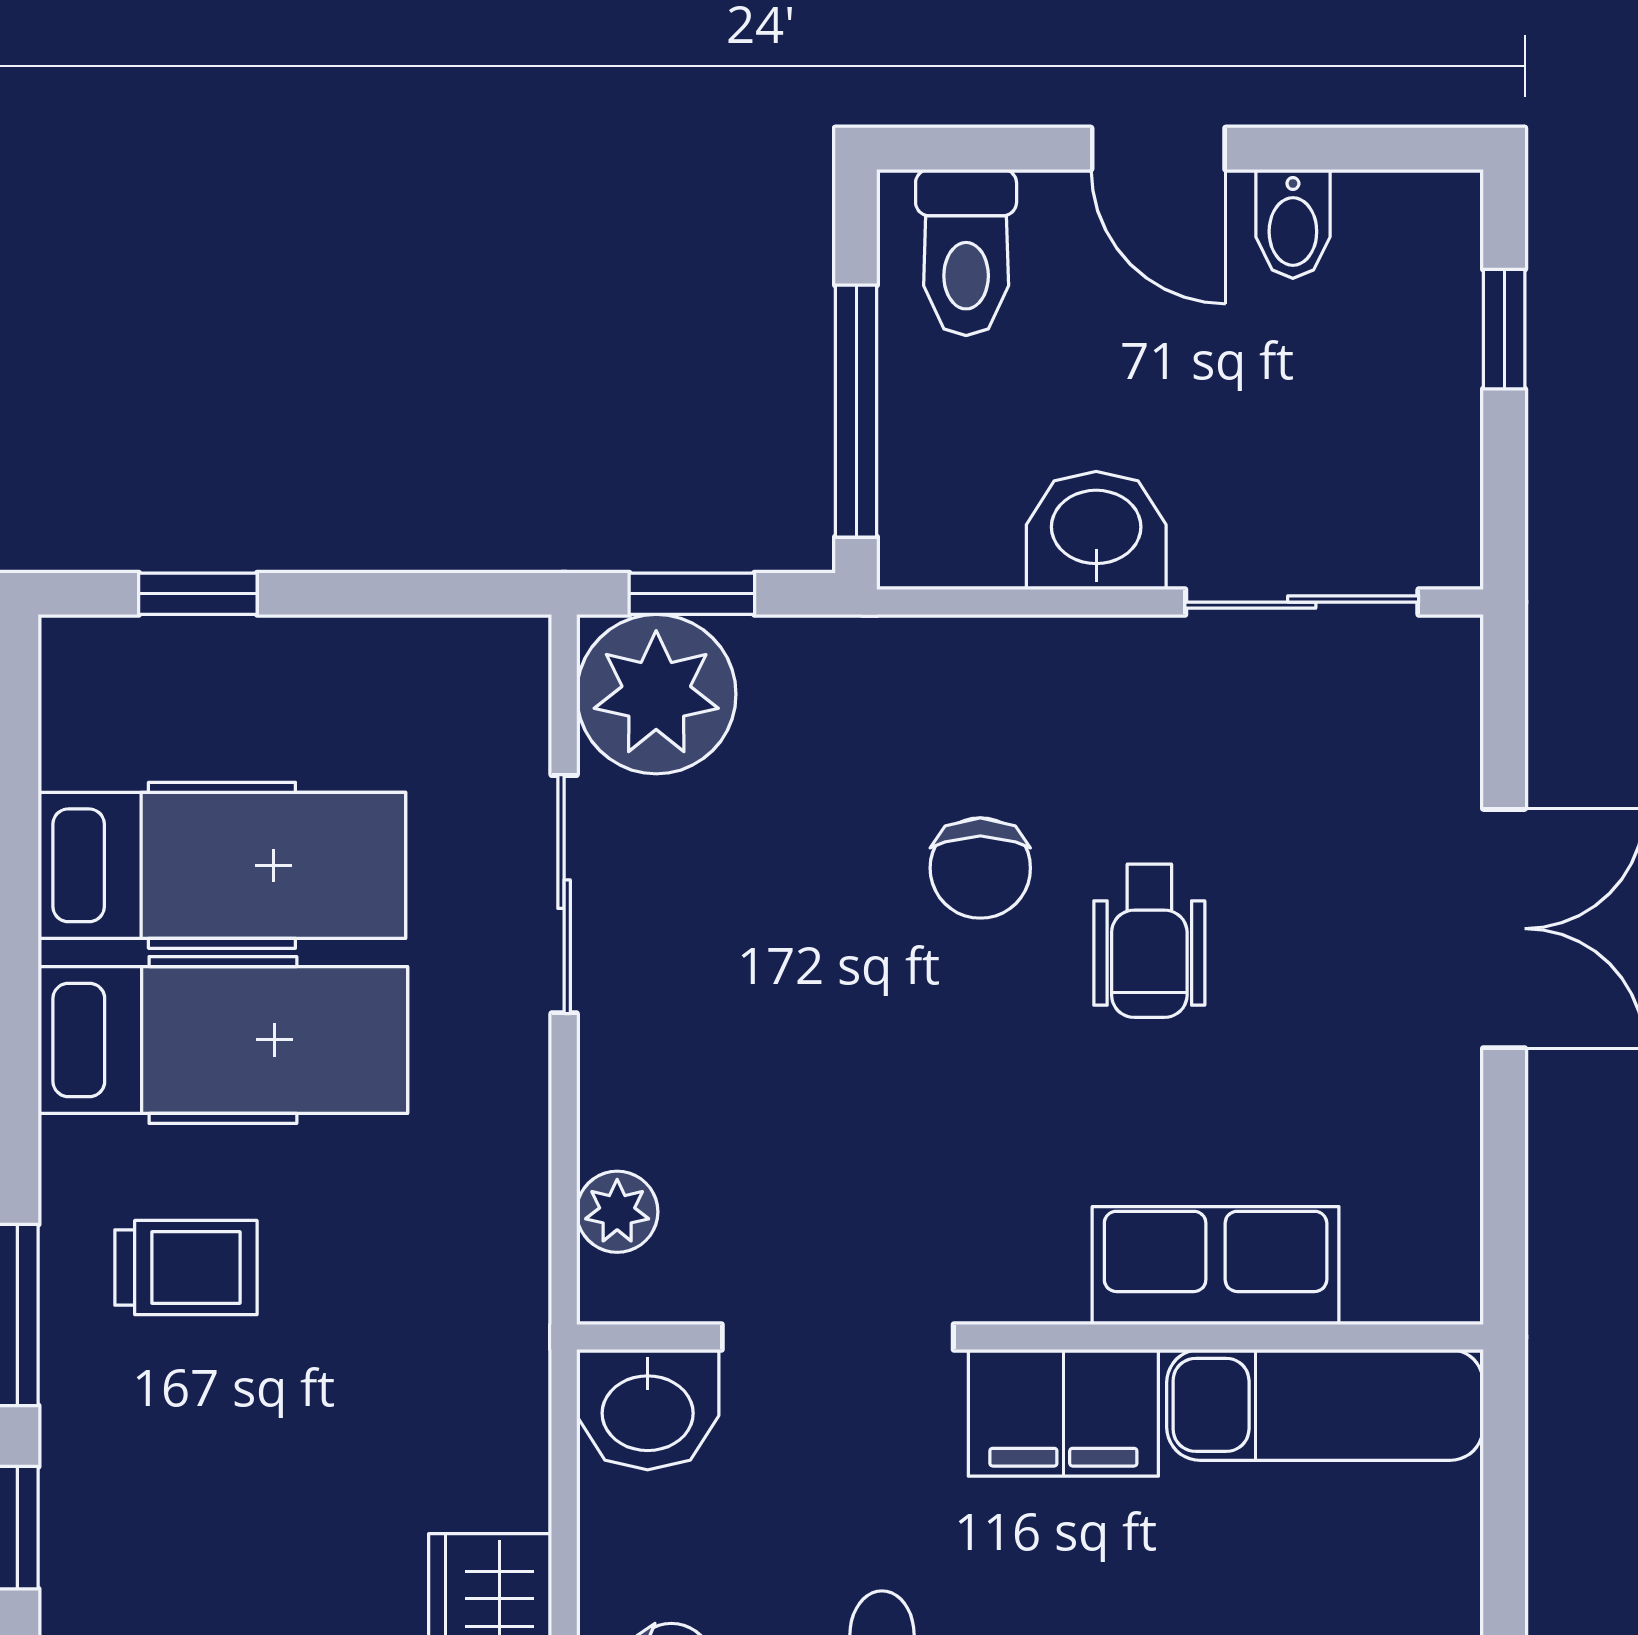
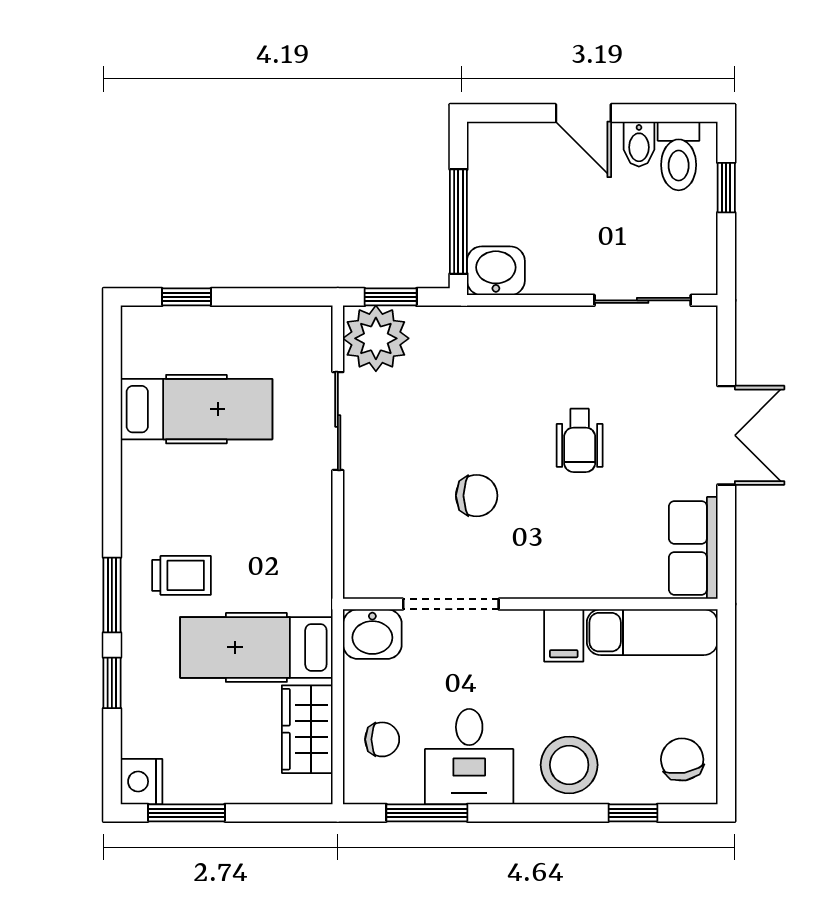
toilet: (966, 252) -> (679, 156), moved
washbasin: (1096, 530) -> (496, 271), moved
chair: (980, 868) -> (477, 496), moved, turned -90
hospital bed: (223, 1040) -> (256, 647), moved, turned 180
plant: (617, 1212) -> (360, 552), removed
row of seats: (1216, 1266) -> (693, 548), moved, turned -90
filing cabinet: (1063, 1413) -> (564, 635), width x0.50

